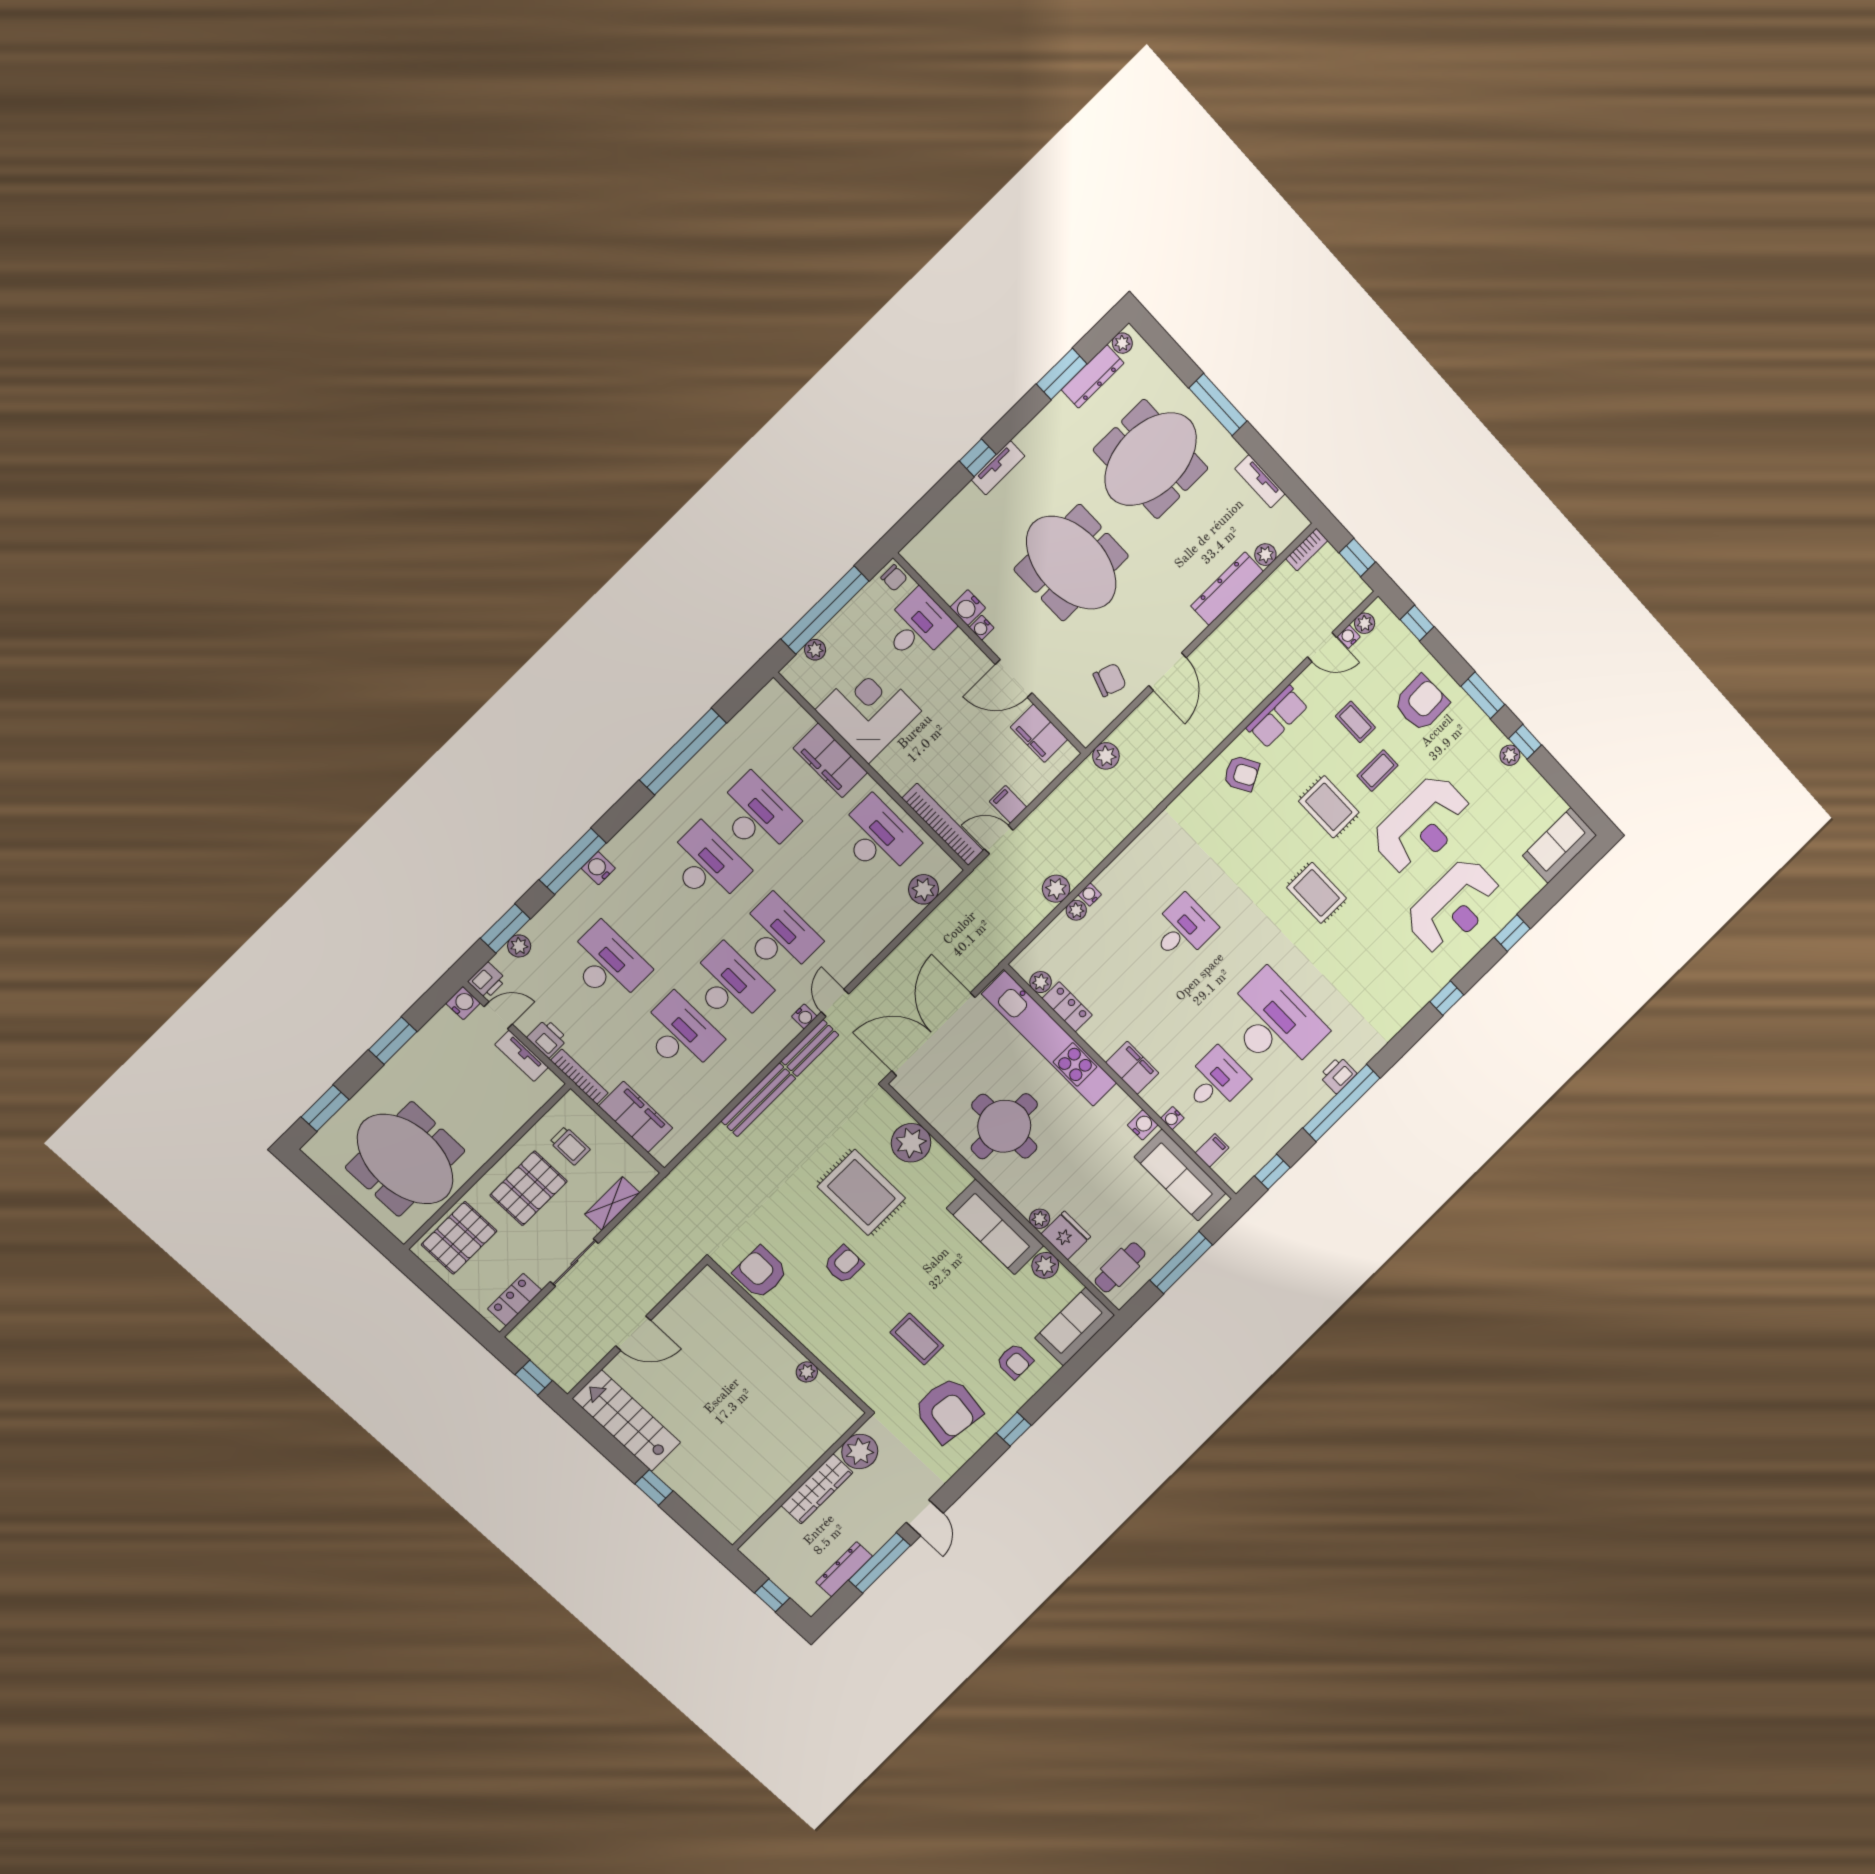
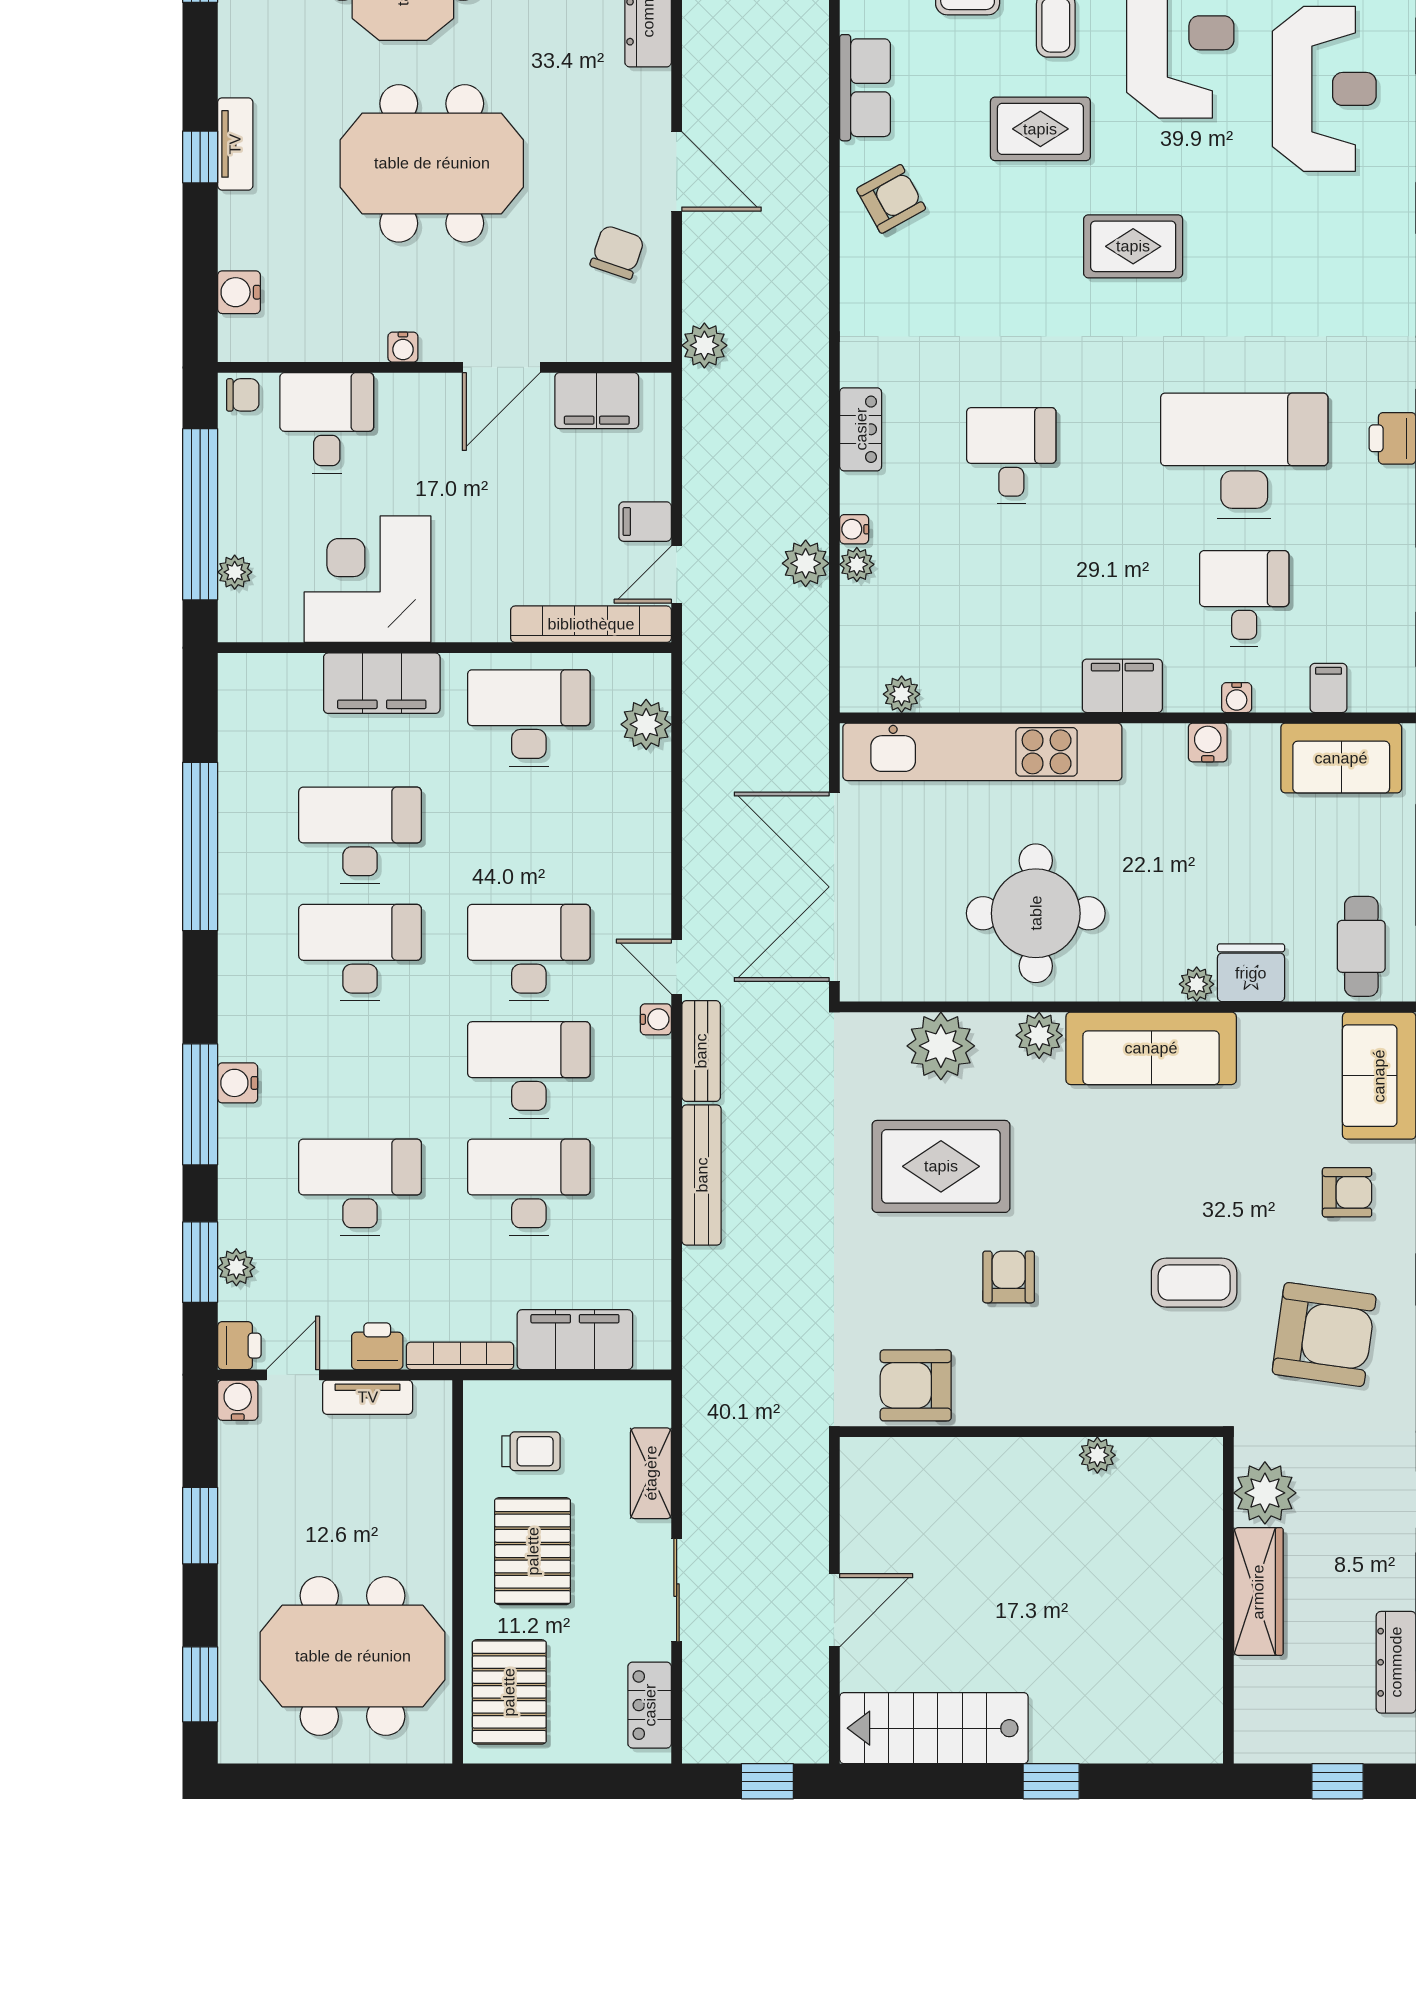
water cooler: (968, 608) -> (239, 292), moved, turned 90
locker: (1067, 1007) -> (861, 429), moved, turned 90
sofa: (1180, 1175) -> (1341, 758), width x0.73
plant: (1045, 1265) -> (1039, 1035), moved

